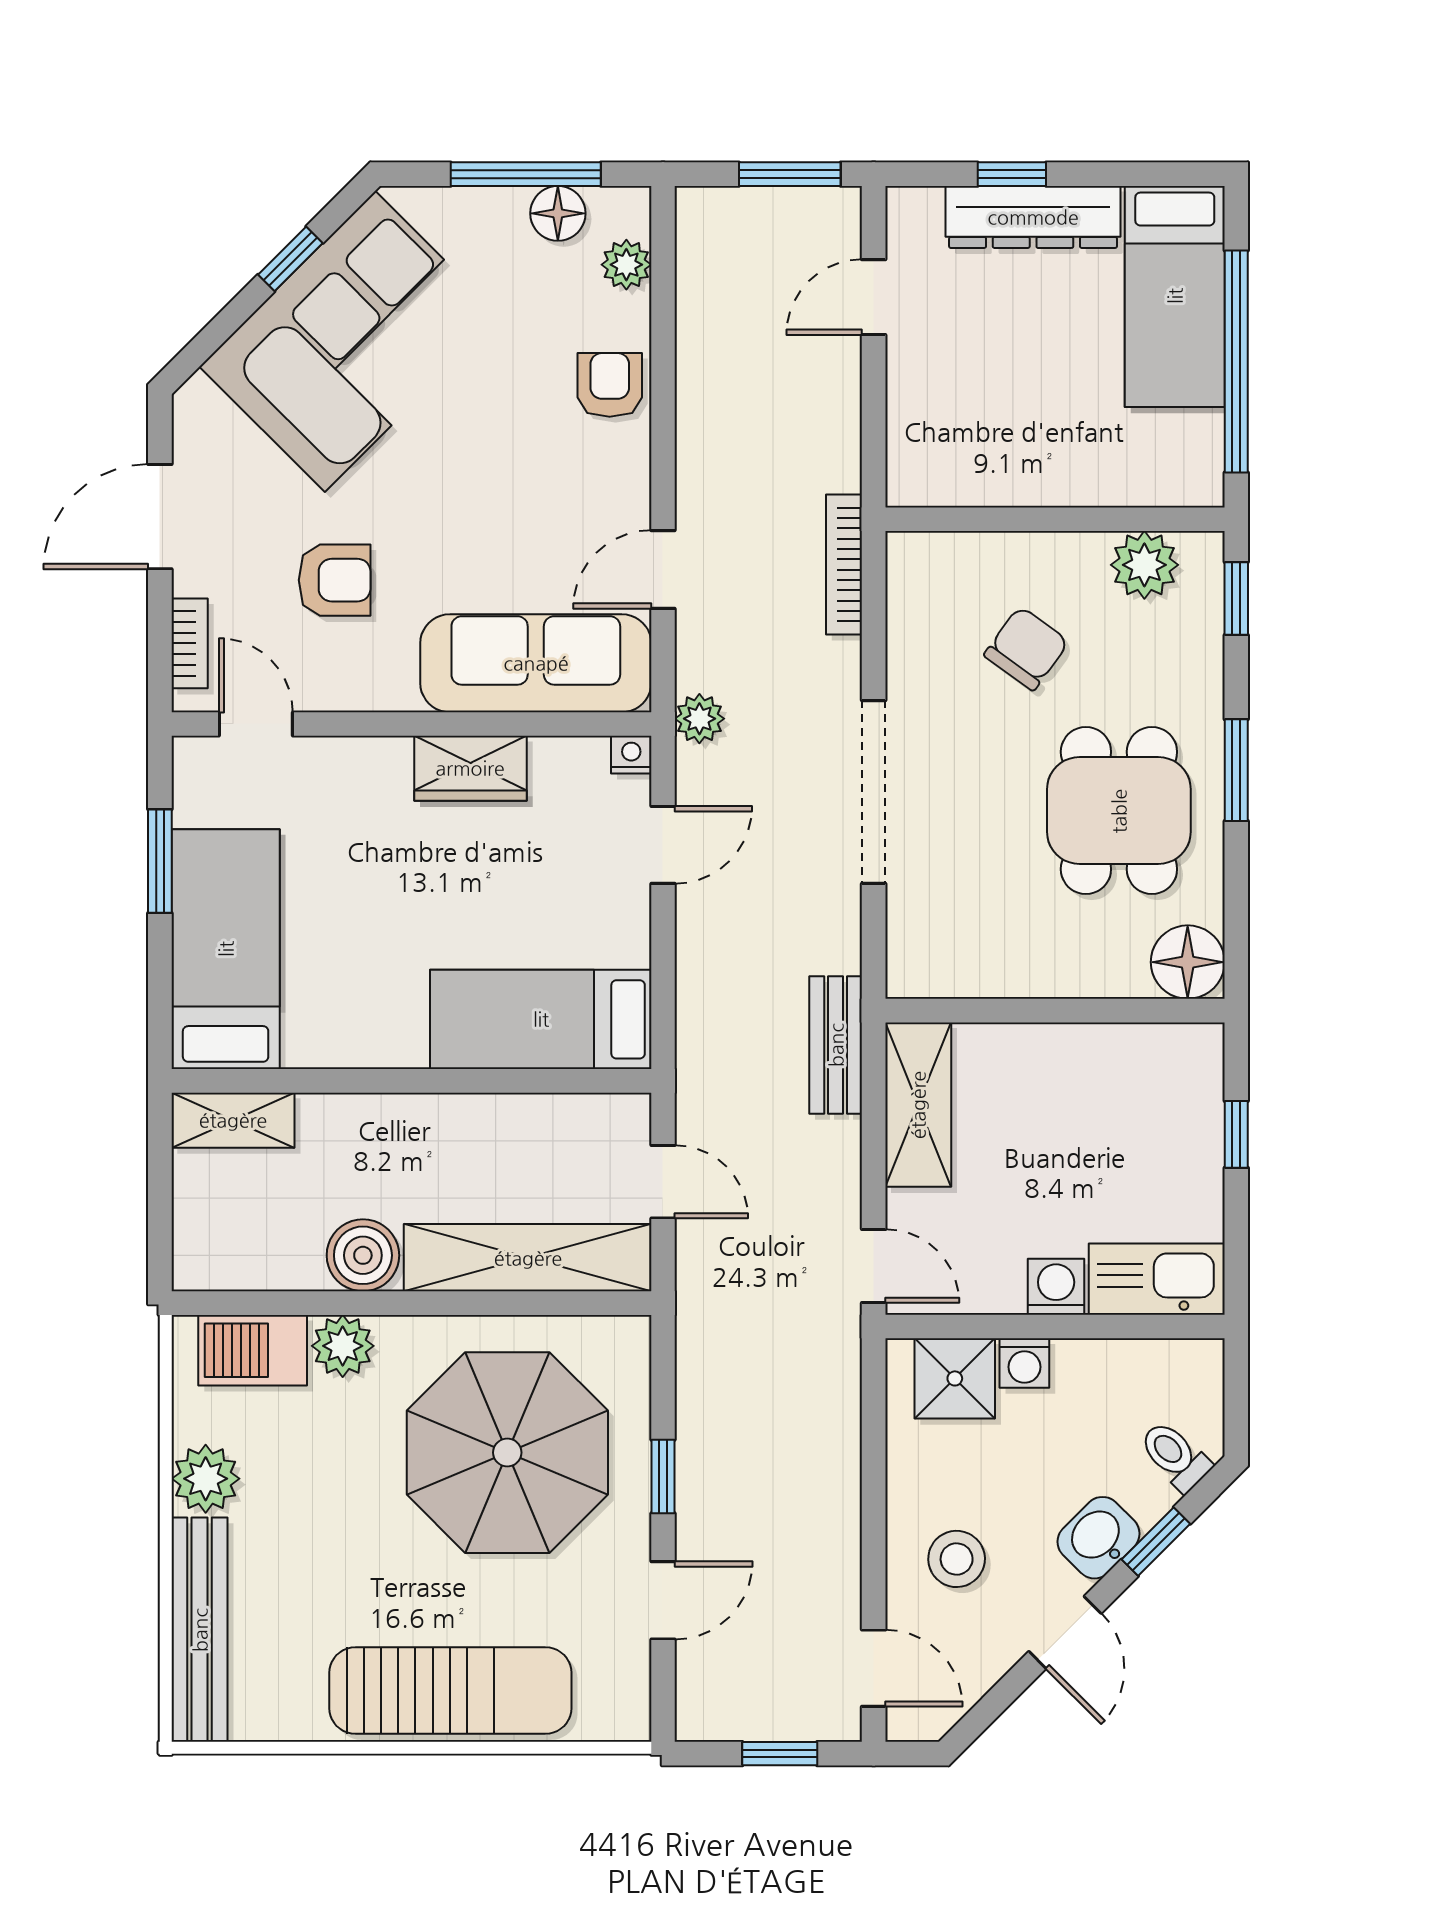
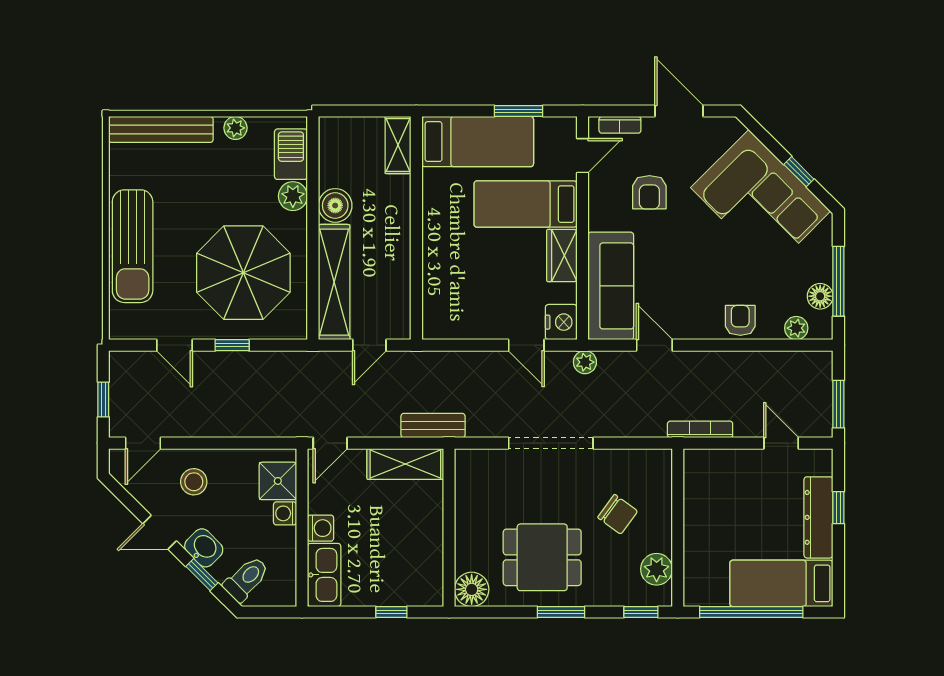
armchair: (610, 385) -> (740, 320), turned -90
bookcase: (844, 564) -> (700, 429), moved
nightstand: (631, 755) -> (561, 322), width x1.89, depth x1.79
bed: (541, 1019) -> (526, 204), moved, turned -90
toilet: (1175, 1456) -> (246, 579), width x1.37, depth x1.39
plant: (206, 1479) -> (235, 128), width x0.73, depth x0.73

